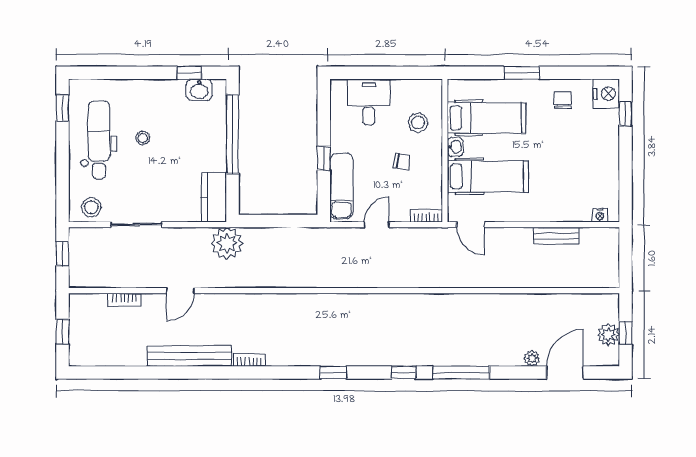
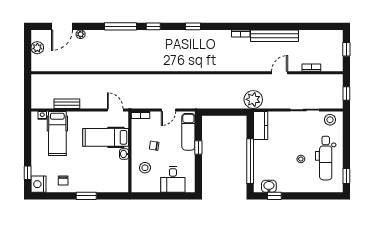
hospital bed: (486, 118) -> (57, 133), moved, turned -90
window: (626, 333) -> (28, 49), removed

